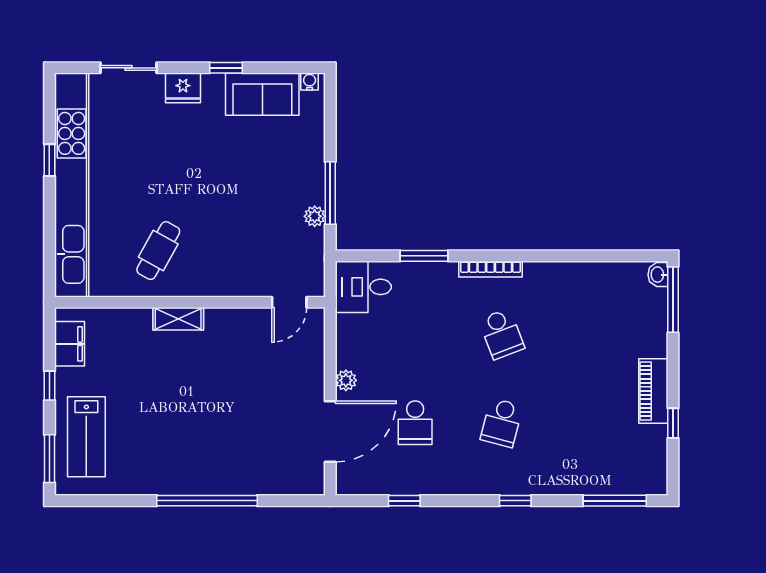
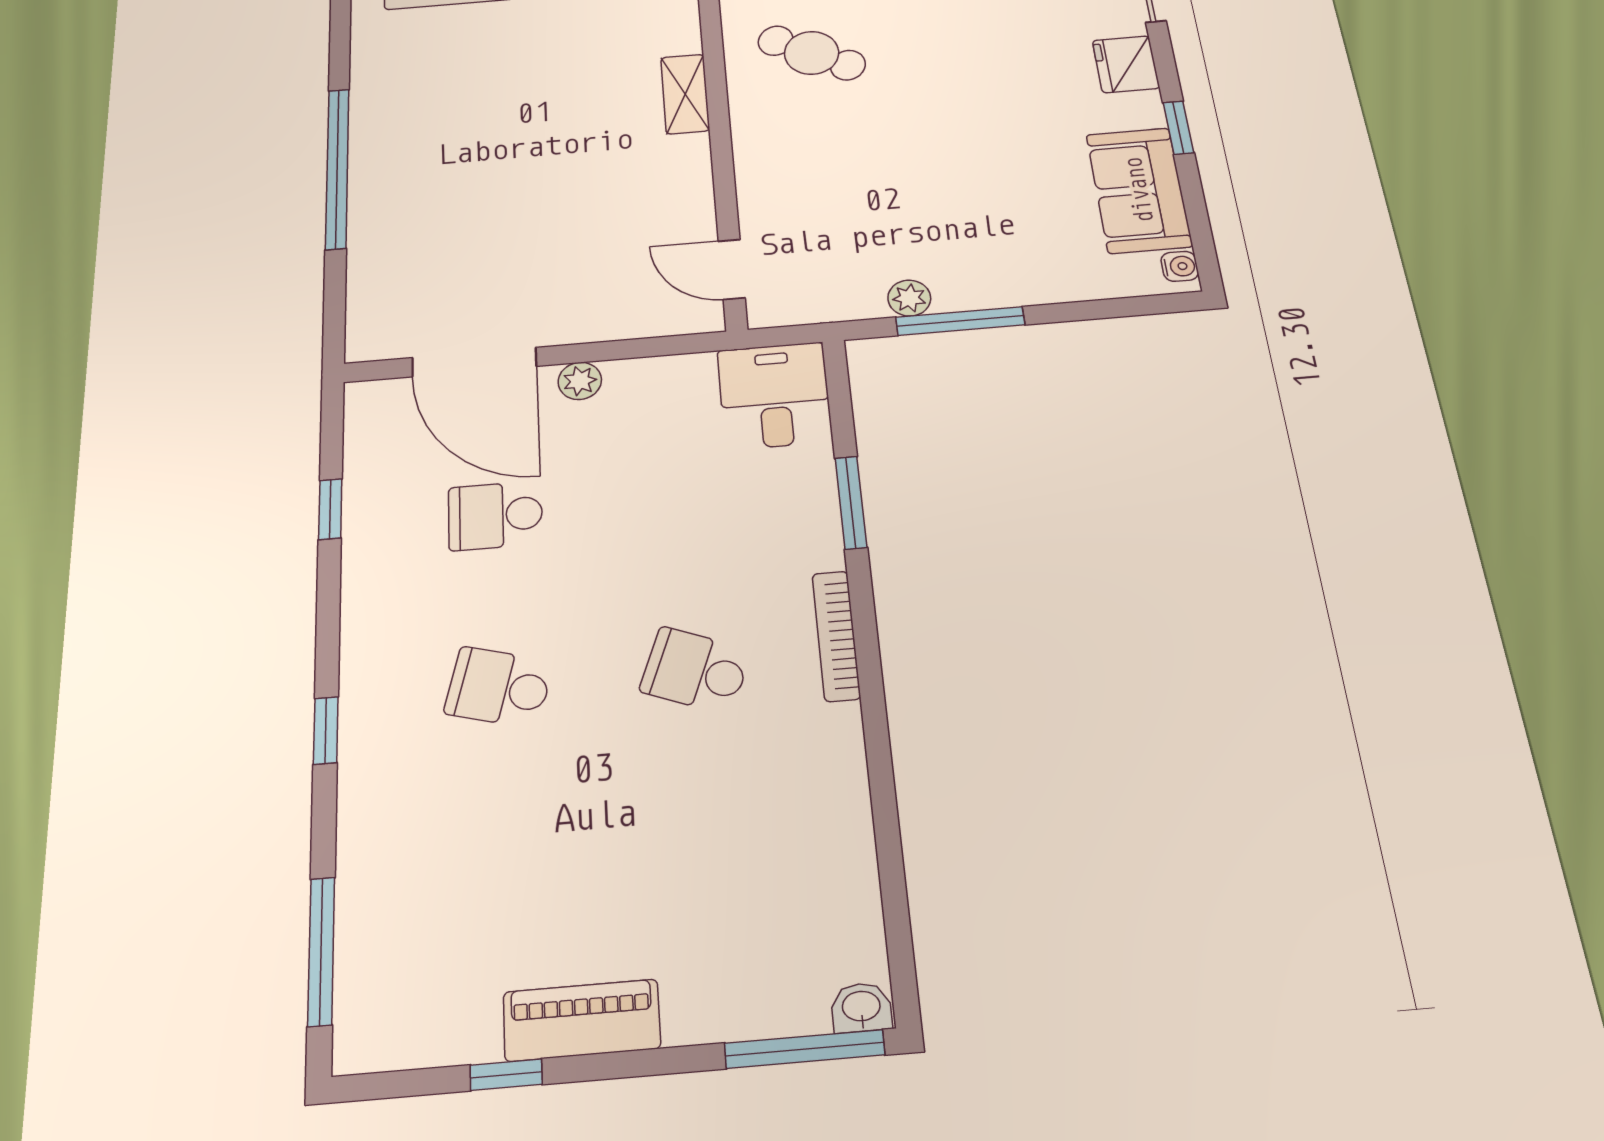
school desk: (502, 334) -> (696, 671), turned 42

